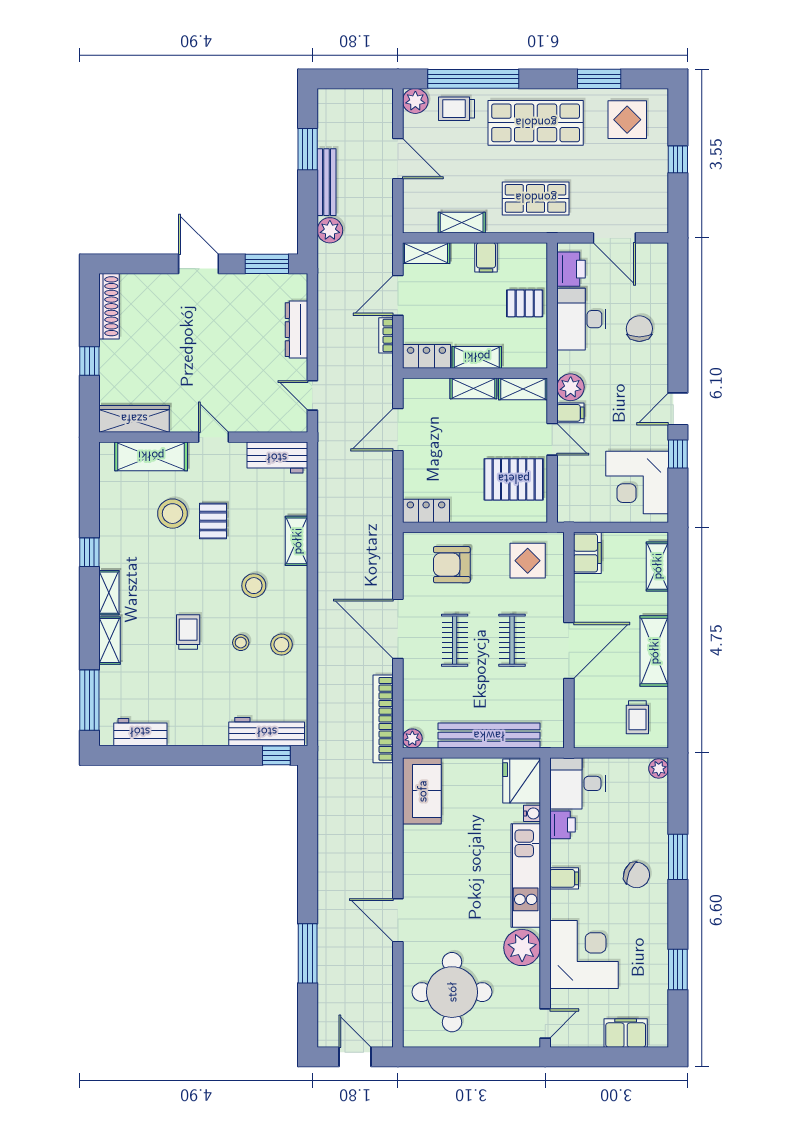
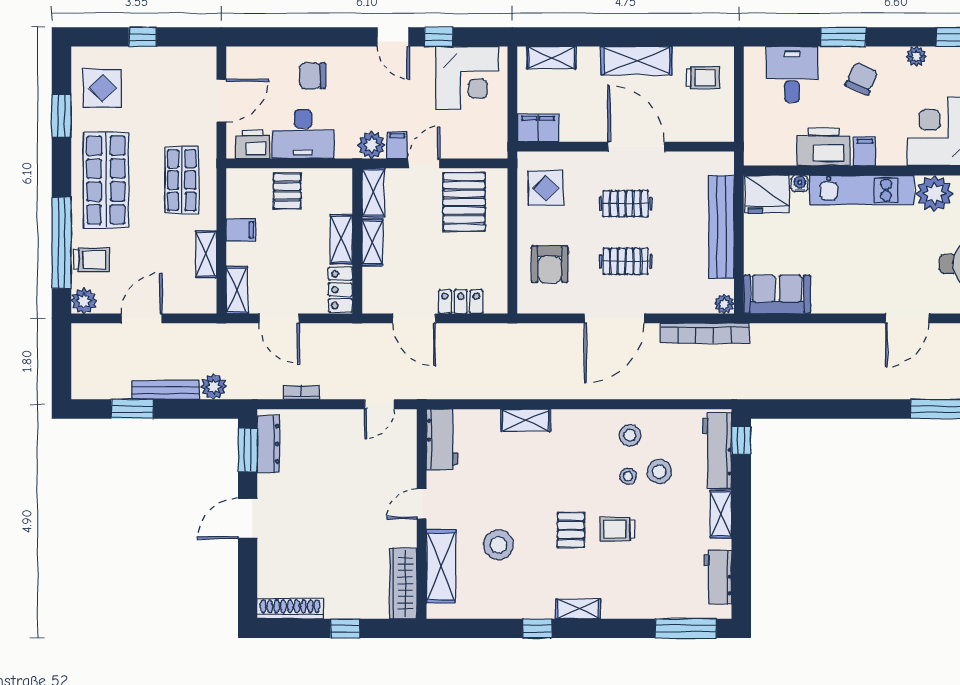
trolley: (456, 109) -> (92, 260), turned -90
dresser: (296, 330) -> (268, 444), moved, turned -90
bookcase: (386, 335) -> (301, 392), moved, turned 180
locker: (426, 511) -> (461, 302), moved, turned 90
pallet: (213, 521) -> (571, 530), moved, turned 90
stool: (254, 586) -> (659, 472), moved
shelving: (109, 641) -> (721, 514), moved, turned 90
plant: (659, 768) -> (916, 56), moved
desk: (578, 783) -> (792, 74), moved, turned 180
printer: (562, 825) -> (823, 147), width x1.87, depth x1.48

